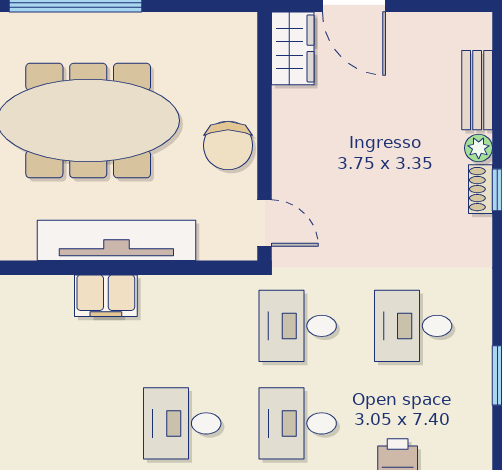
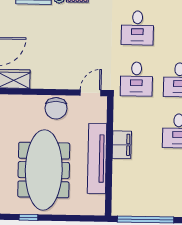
chair: (228, 145) -> (56, 108), turned 90
filing cabinet: (106, 296) -> (122, 145), moved

